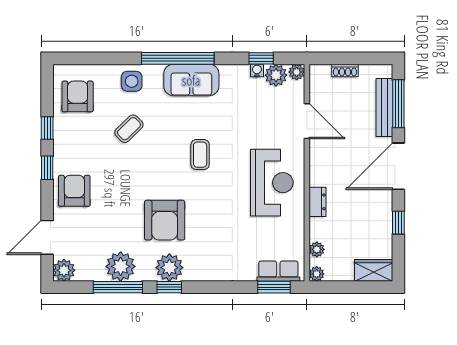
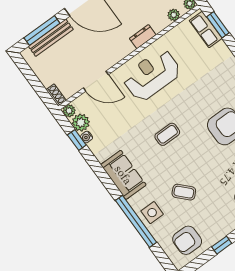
window: (178, 58) -> (136, 221), moved
shoe rack: (345, 70) -> (56, 95), moved
door: (307, 121) -> (96, 81), swing flipped

